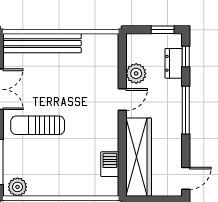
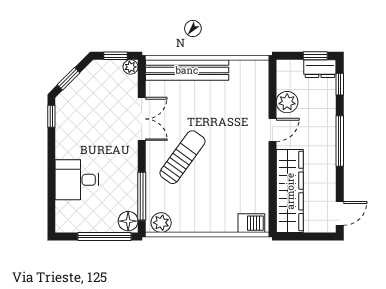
dresser: (174, 63) -> (320, 69), moved, turned -90
sun lounger: (38, 125) -> (182, 157), turned 126
barbecue: (110, 164) -> (251, 223), moved, turned 90

